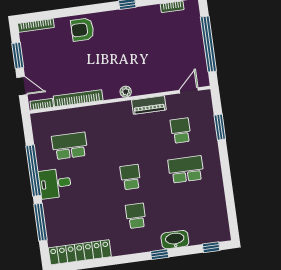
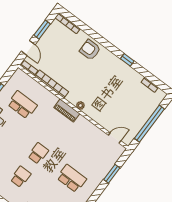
piano: (149, 105) -> (67, 111), moved
school desk: (181, 131) -> (89, 155), removed

